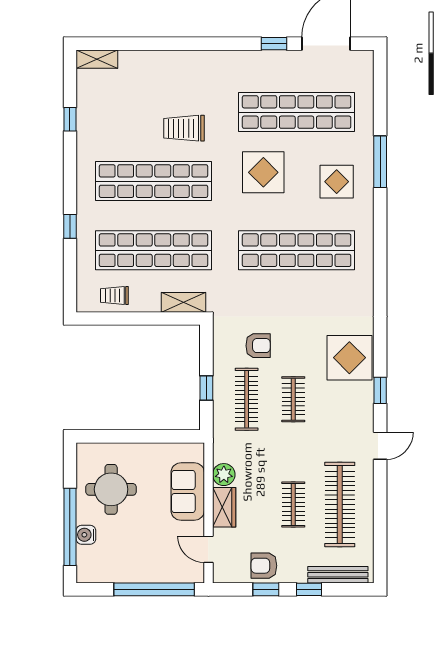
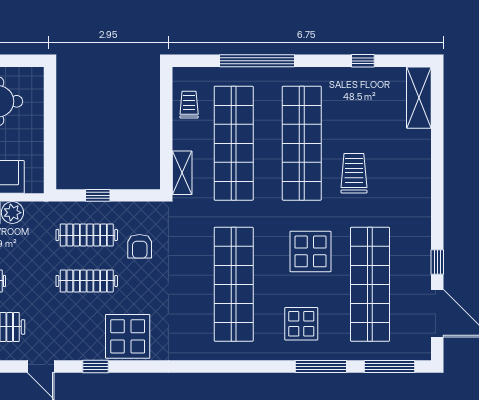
shelving: (97, 59) -> (419, 98), width x1.50, depth x1.33
window: (380, 92) -> (390, 367), added
window: (70, 226) -> (257, 61), width x3.17
clothes rail: (293, 399) -> (87, 281), width x1.36

